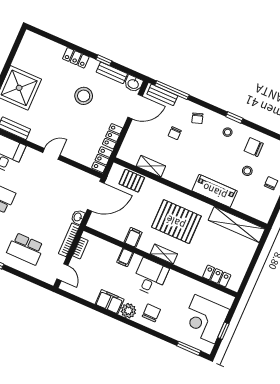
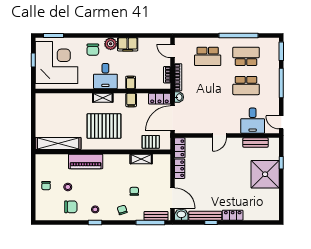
bench: (112, 73) -> (205, 216), width x1.36
stool: (84, 96) -> (214, 189), removed
door: (135, 107) -> (172, 198), swing flipped
school desk: (25, 249) -> (208, 56), turned 180
locker: (217, 276) -> (159, 99), moved
corner desk: (205, 319) -> (57, 62), width x1.36, depth x1.36

